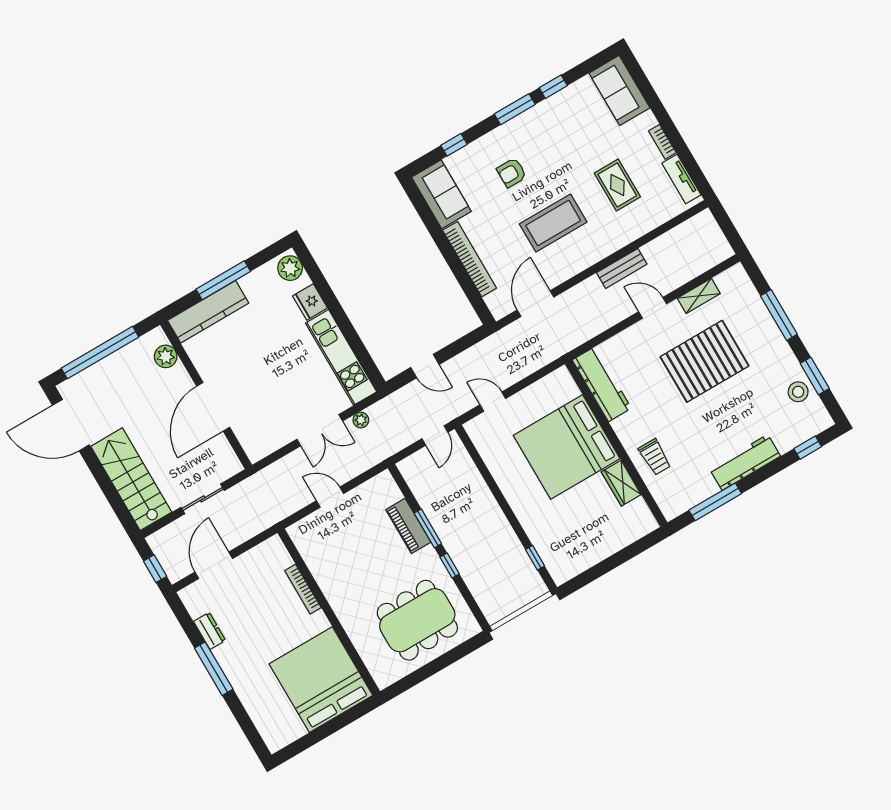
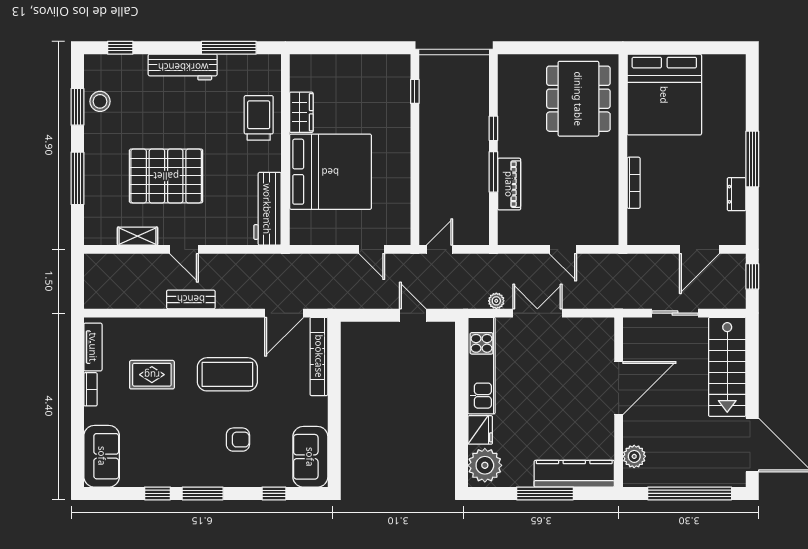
rug: (617, 185) -> (152, 375), turned 90
bookcase: (470, 259) -> (319, 356), moved
plant: (290, 268) -> (485, 465), width x1.36, depth x1.36
trolley: (655, 457) -> (259, 118), width x1.36, depth x1.39
dining table: (417, 620) -> (578, 99), moved, turned 90

